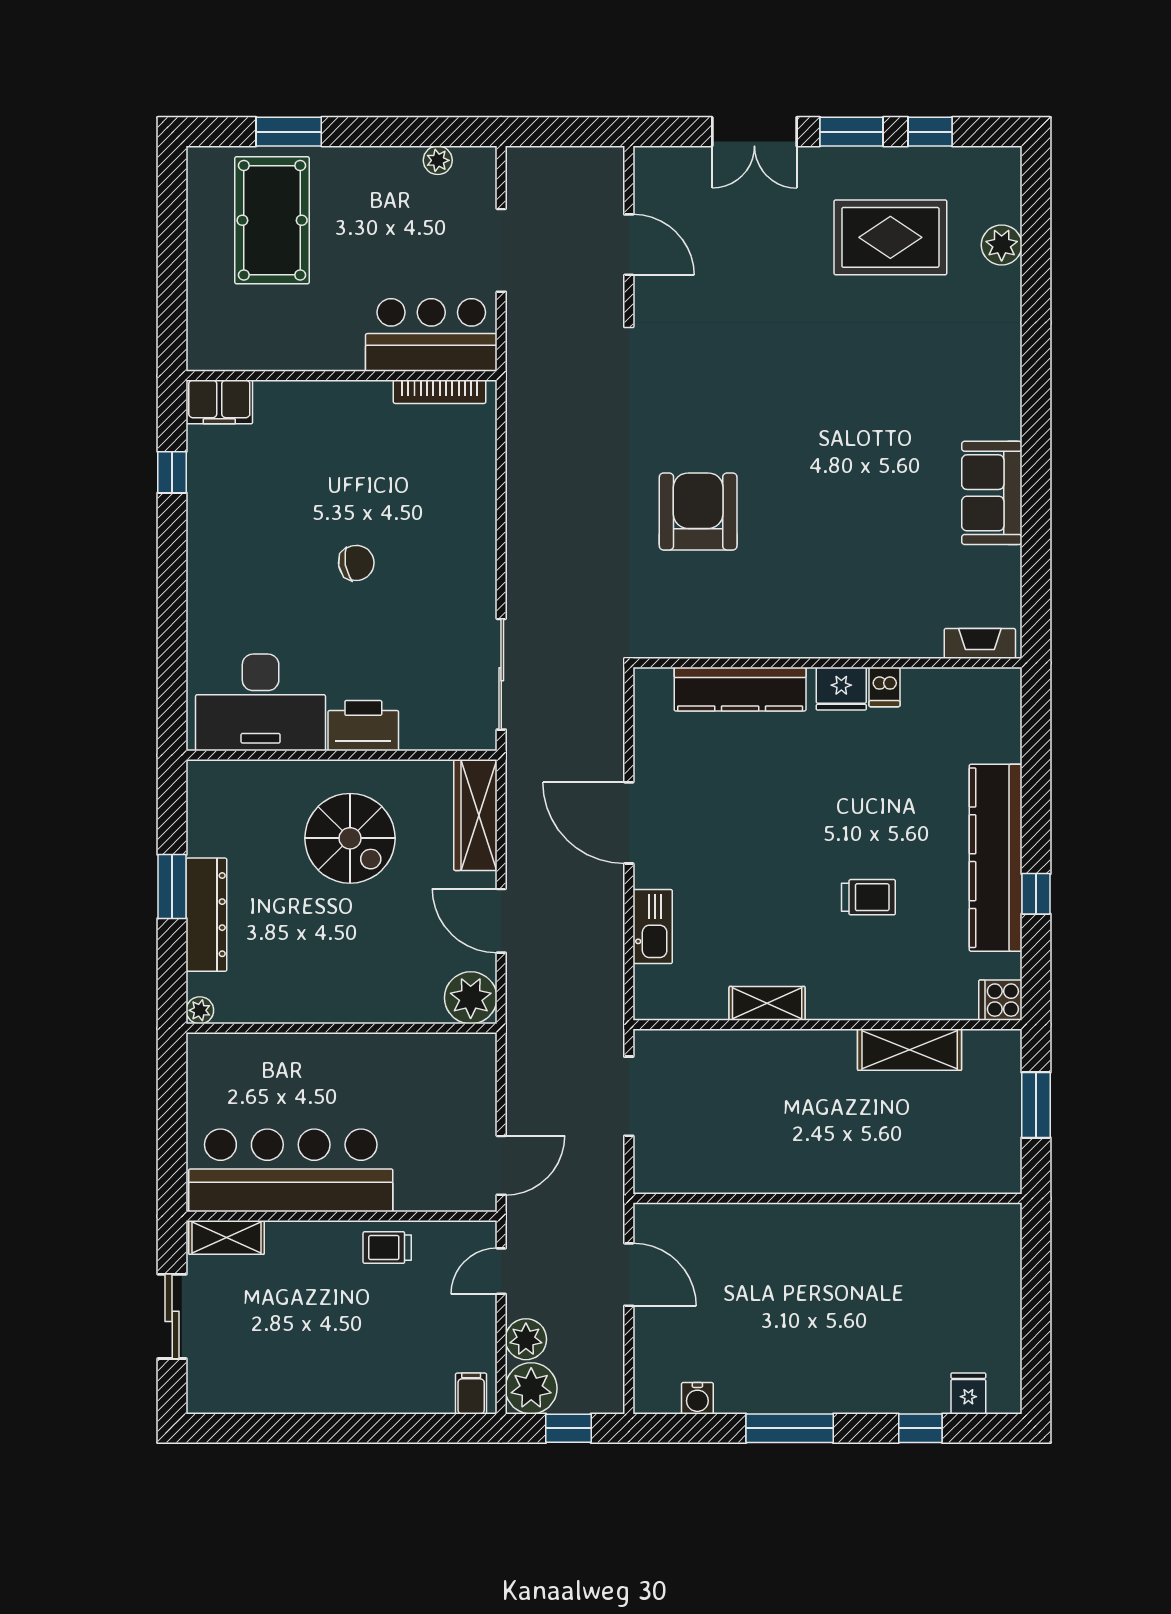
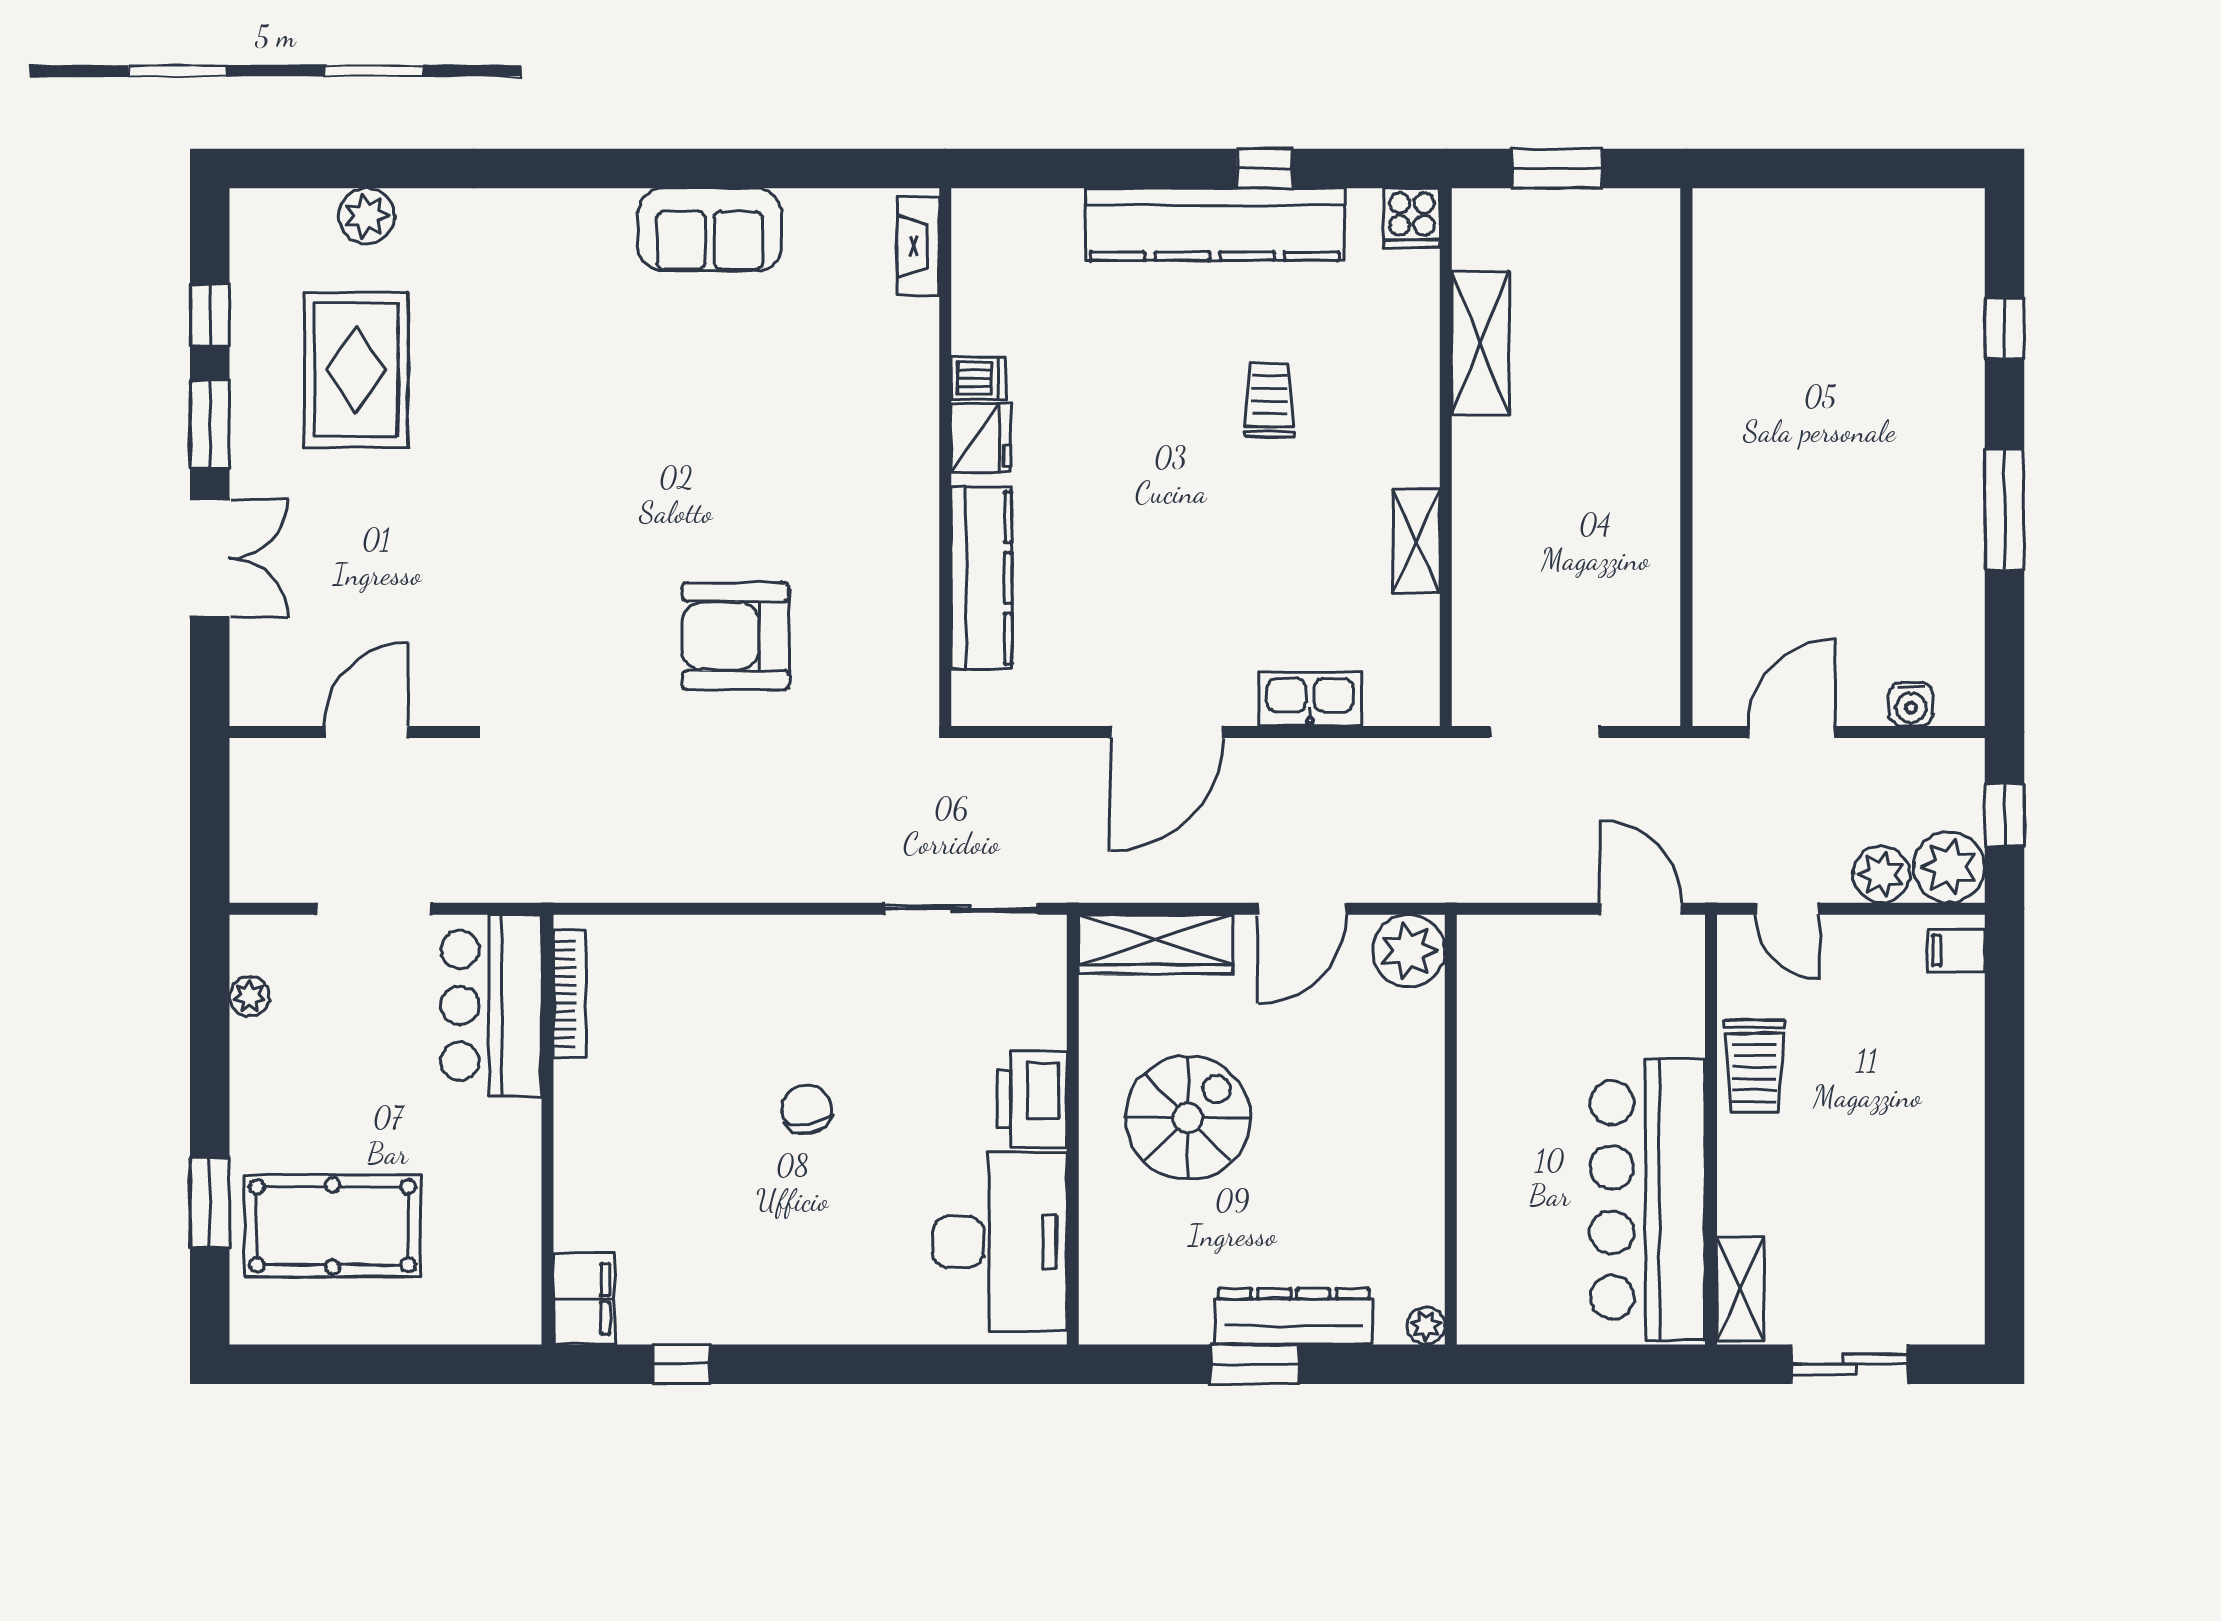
trolley: (387, 1248) -> (1754, 1066), width x1.36, depth x1.39
fridge: (968, 1393) -> (1956, 262), removed
water cooler: (697, 1398) -> (1911, 704), moved, turned 90

